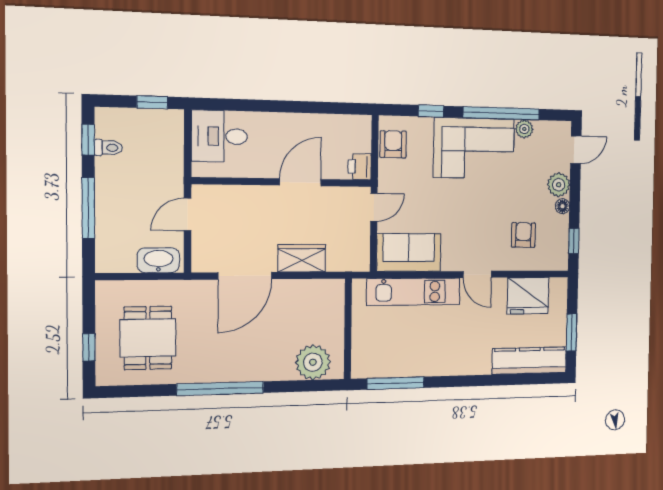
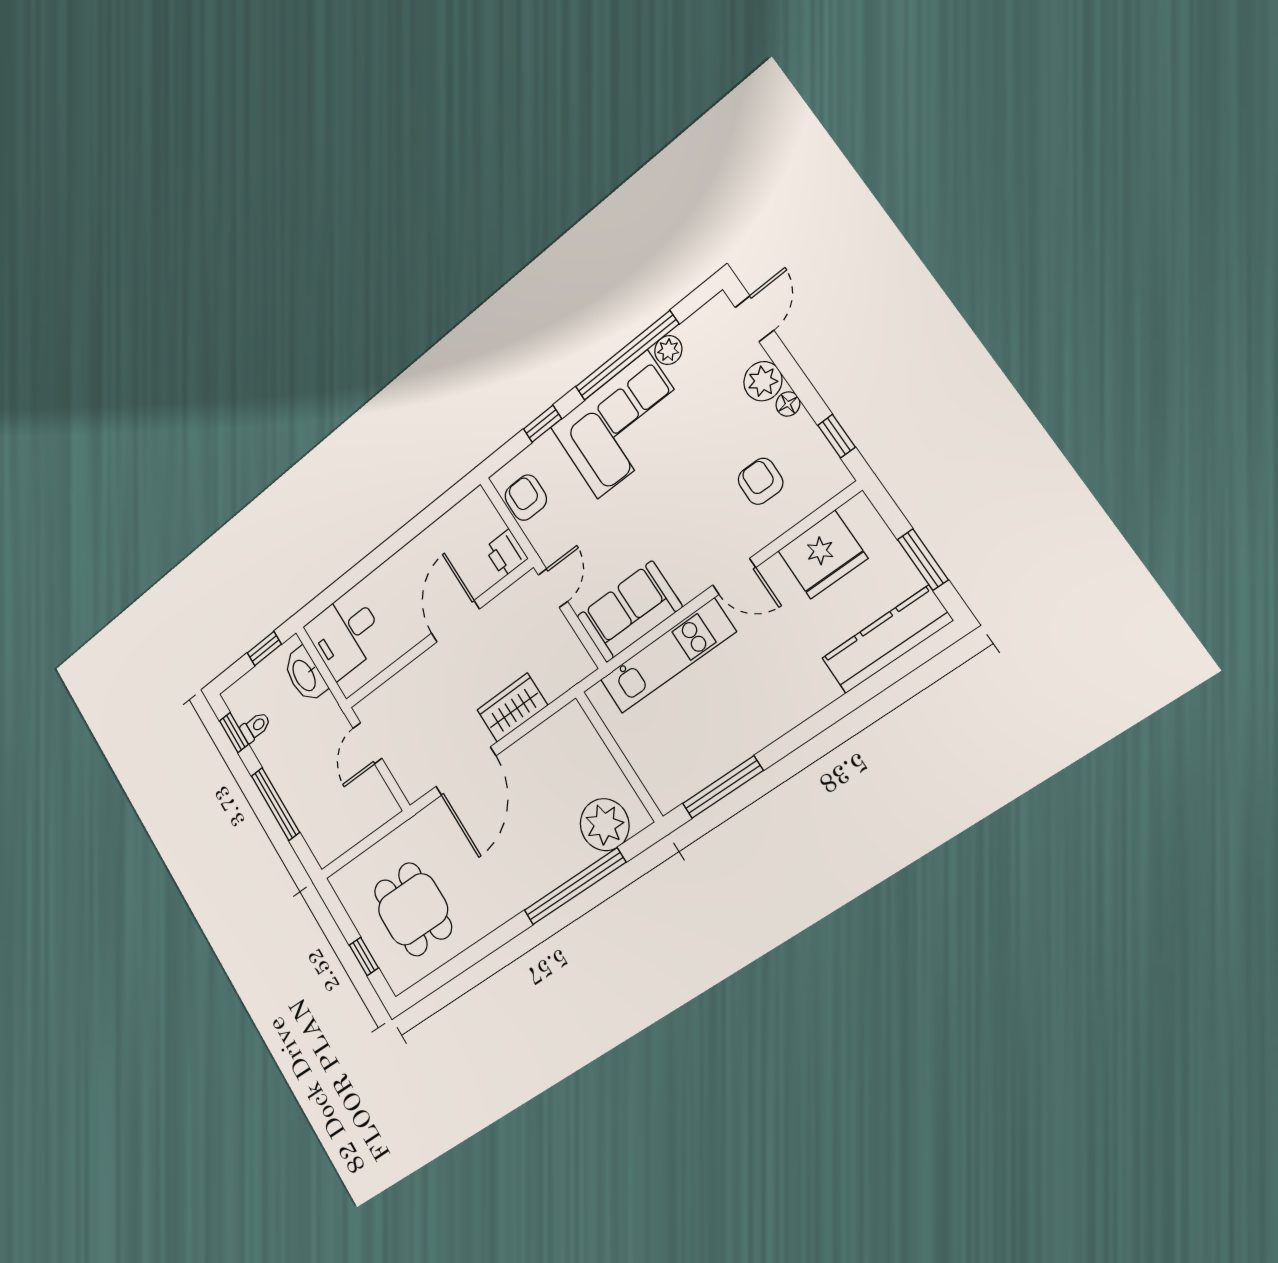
washbasin: (158, 260) -> (305, 675), moved, turned -90
window: (220, 388) -> (575, 886), moved

